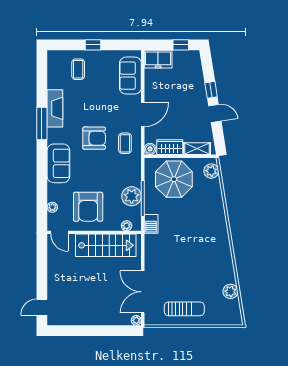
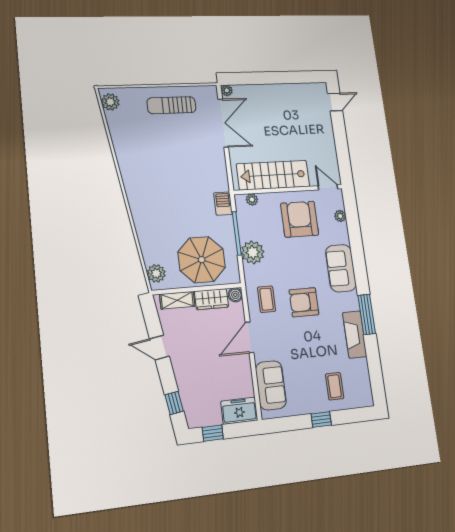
window: (211, 90) -> (174, 403), moved
plant: (132, 196) -> (253, 252), moved
plant: (230, 291) -> (110, 102), moved

